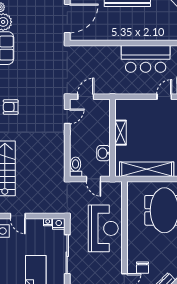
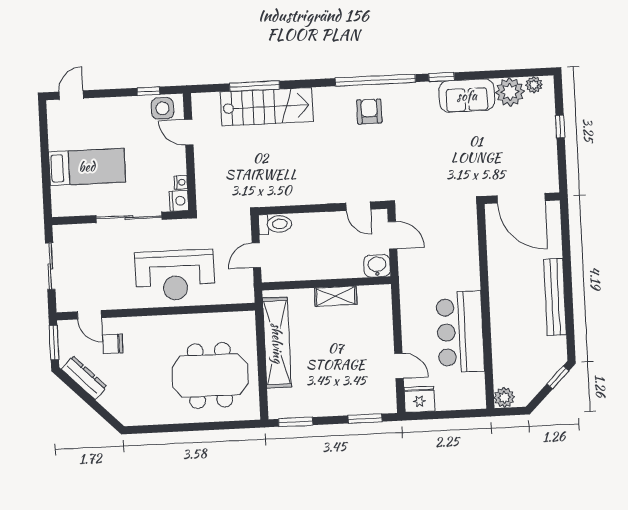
washbasin: (104, 153) -> (377, 266), moved
door: (18, 216) -> (189, 132), hinge flipped

